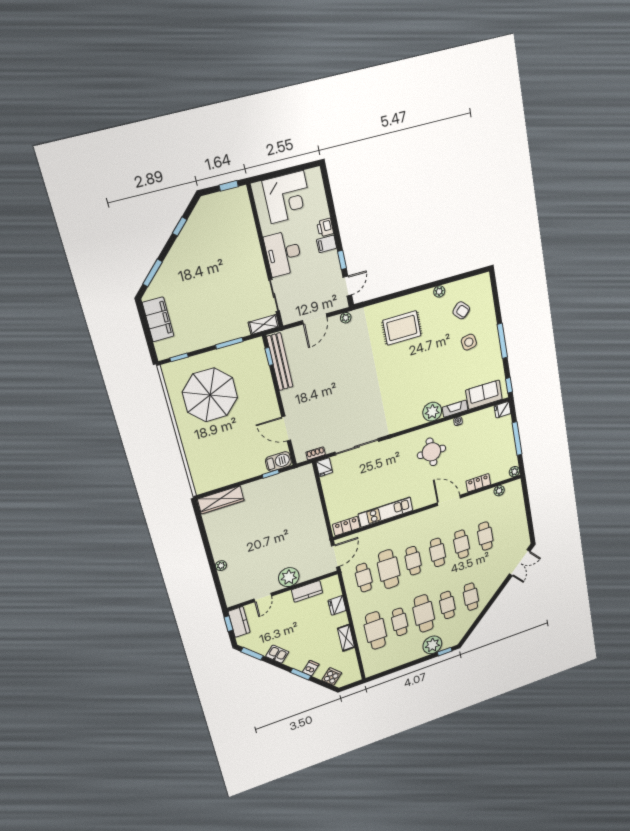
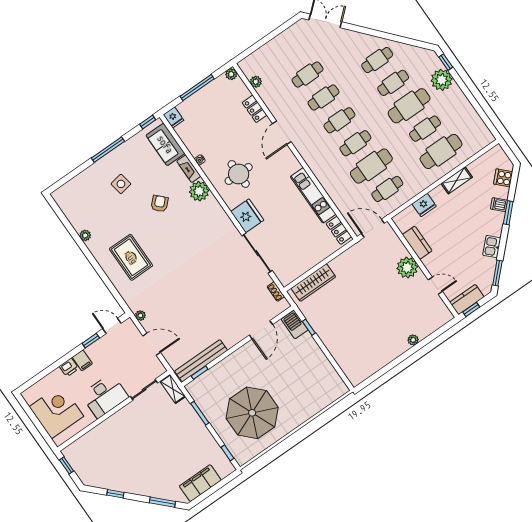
armchair: (461, 310) -> (160, 204), moved
fridge: (324, 467) -> (247, 216), moved, width x1.88, depth x1.34
wardrobe: (221, 500) -> (313, 283), moved, turned 90

